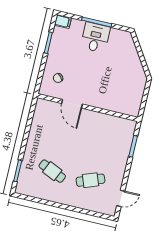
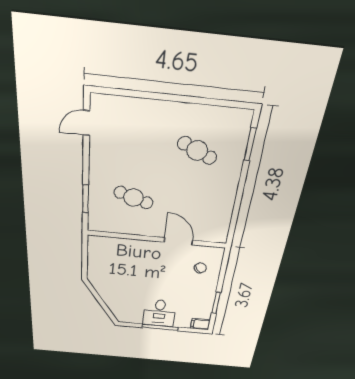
cafe table: (91, 180) -> (134, 198), moved, turned 39

